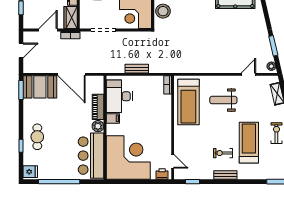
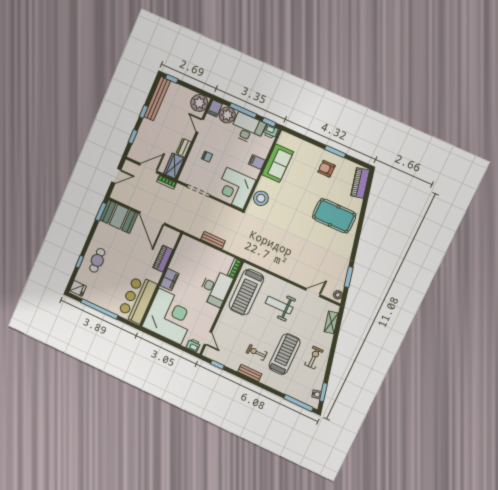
desk: (119, 96) -> (215, 288), moved, turned 180
filing cabinet: (113, 118) -> (170, 280), width x2.00
plant: (98, 126) -> (155, 276), removed

